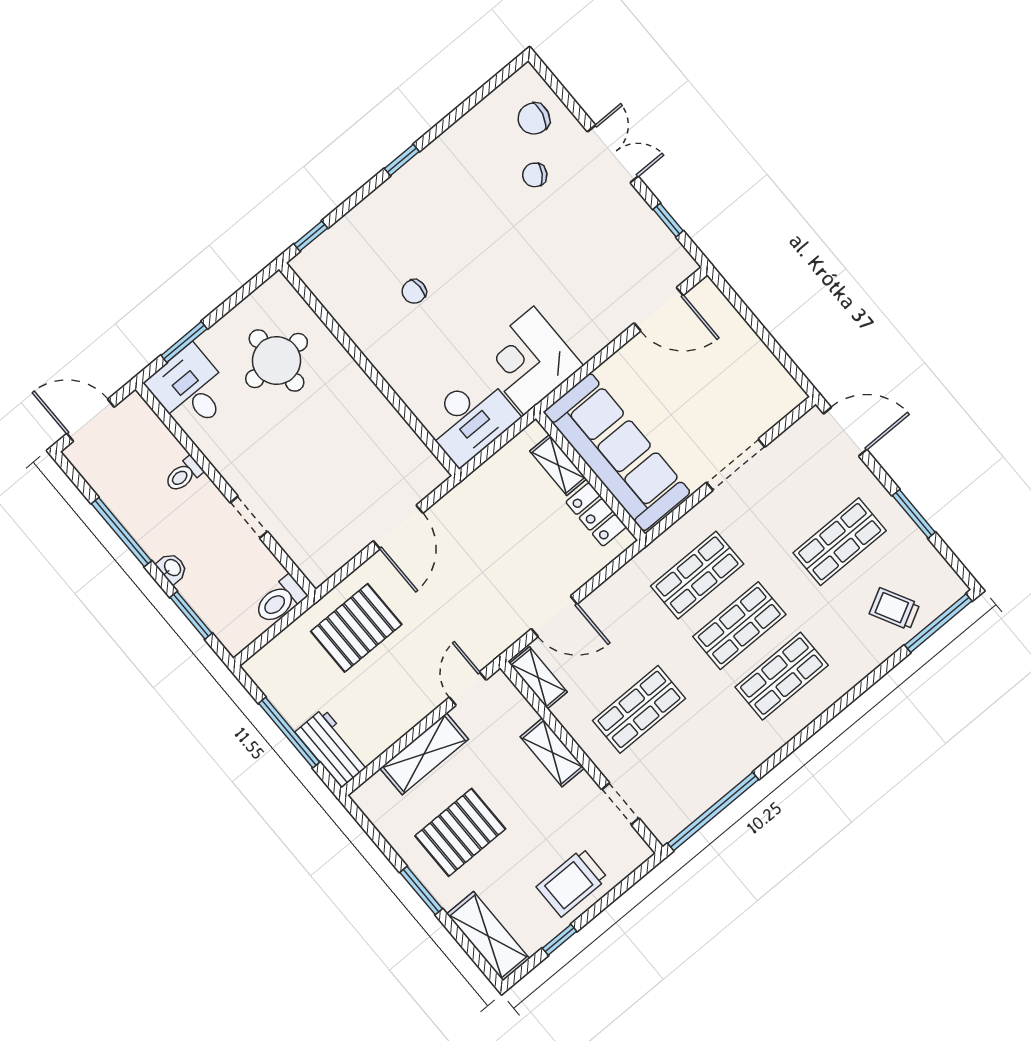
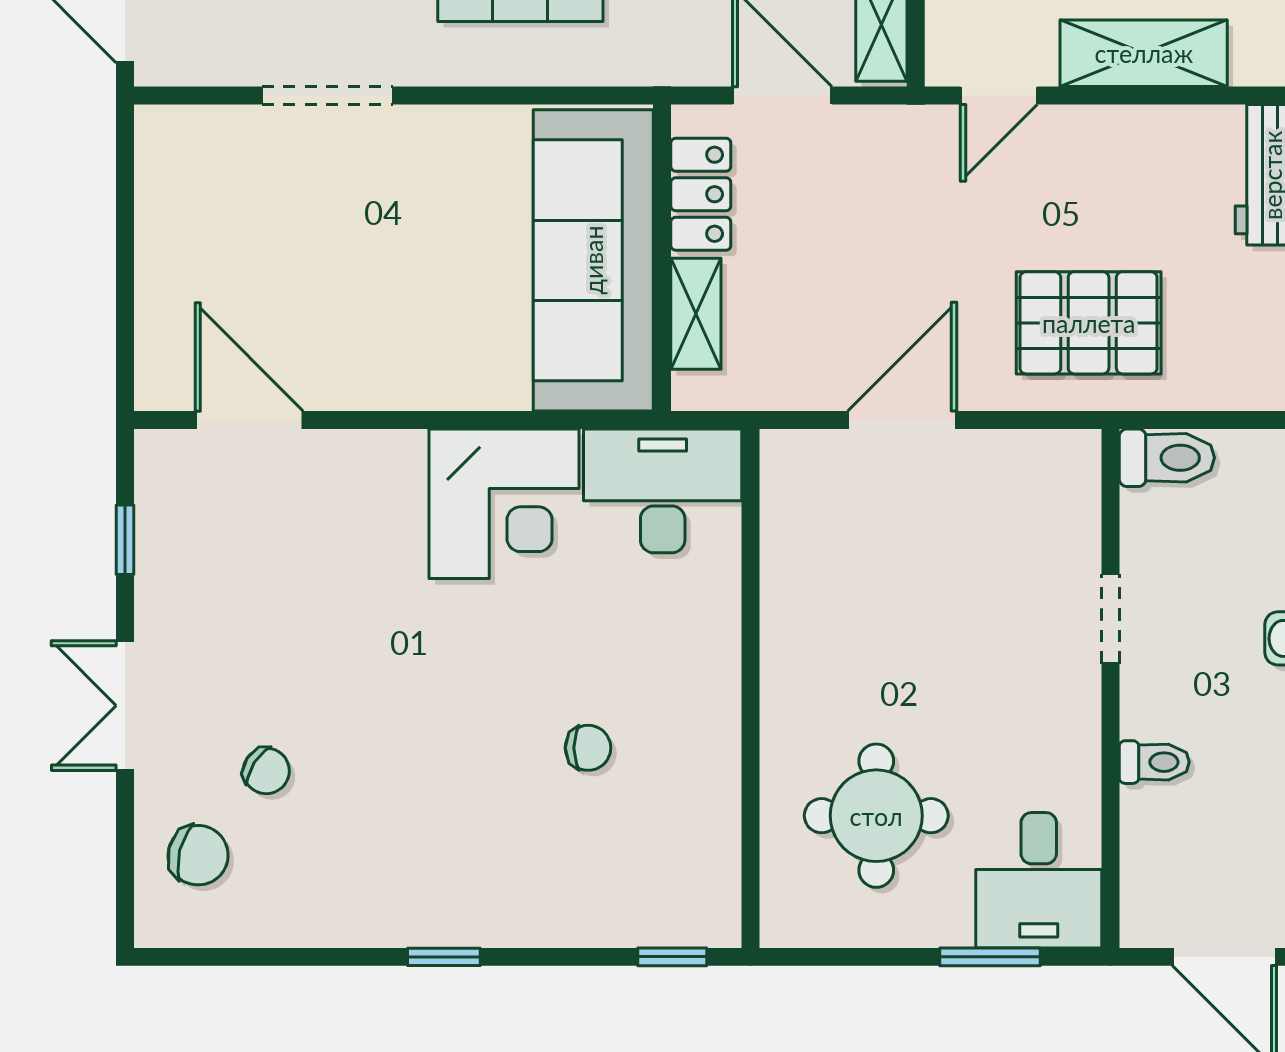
sofa: (617, 452) -> (593, 260), moved
shelving: (558, 465) -> (696, 314), moved
wall: (590, 476) -> (662, 258), moved
locker: (596, 514) -> (701, 194), moved

